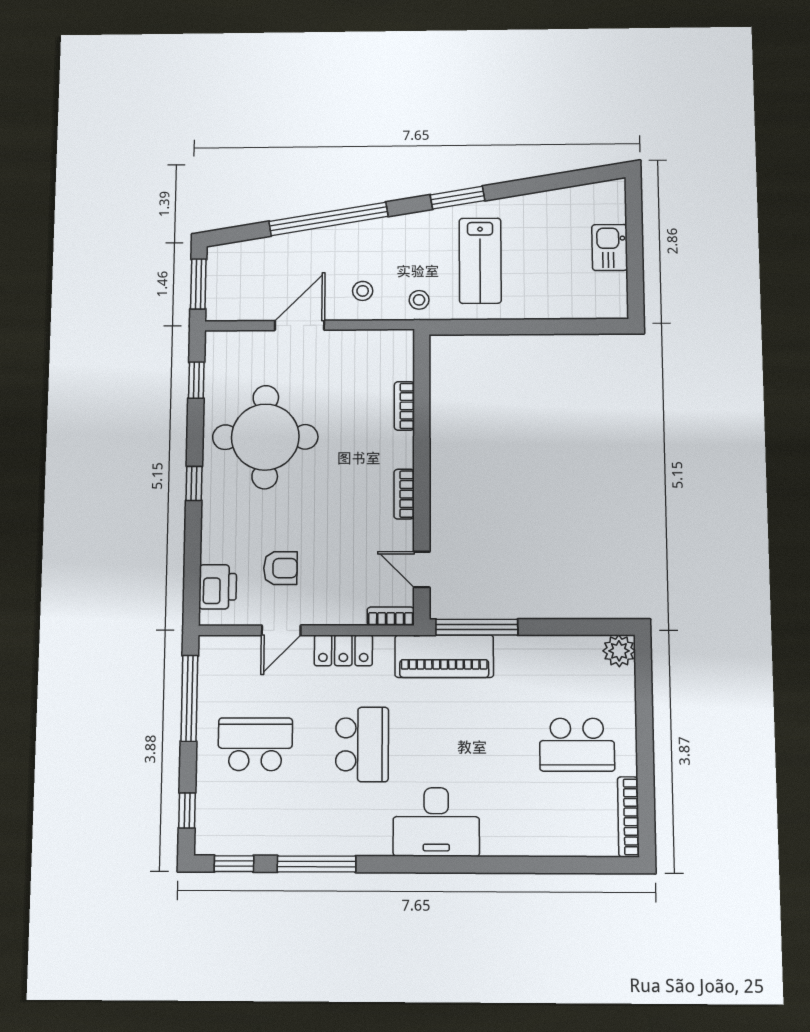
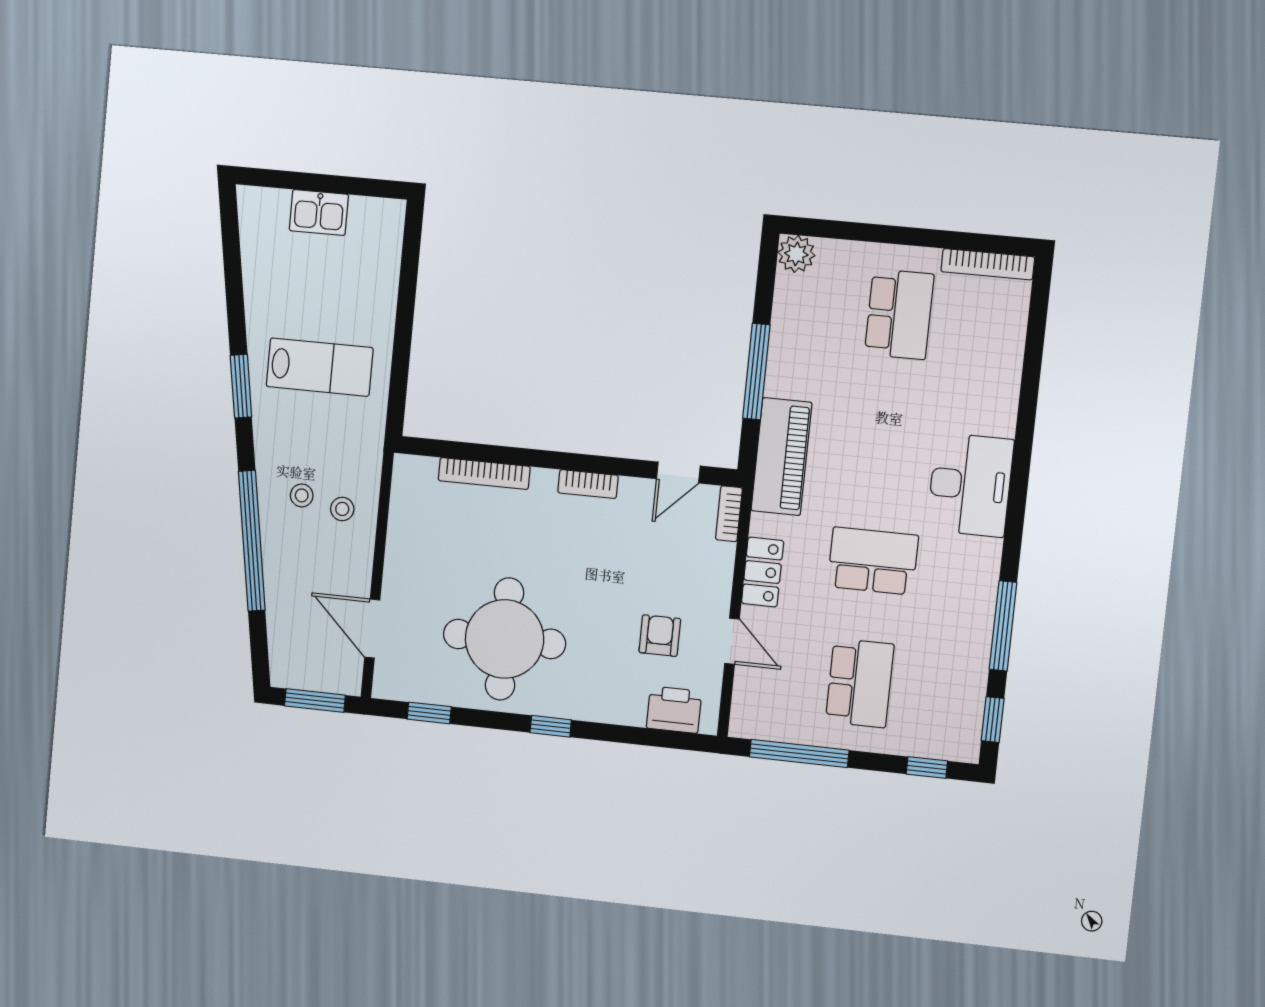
stool: (419, 300) -> (302, 495), moved
door: (300, 325) -> (372, 629), moved
bookcase: (404, 406) -> (484, 474), width x1.56
window: (477, 627) -> (756, 372), moved
school desk: (255, 744) -> (860, 683), turned 180

